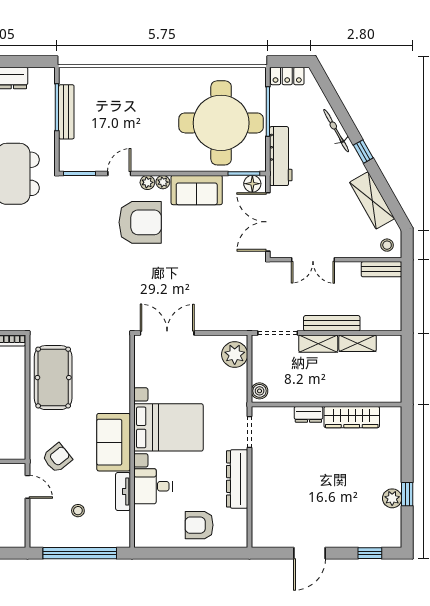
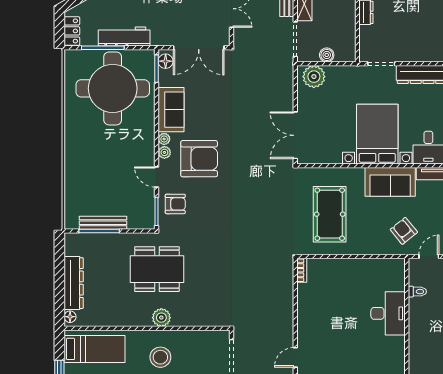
workbench: (281, 156) -> (124, 36), moved
armchair: (88, 195) -> (175, 204), added
armchair: (140, 222) -> (199, 159), turned 90
pool table: (53, 378) -> (330, 214), moved, turned 90
boiler: (260, 391) -> (327, 55), moved

